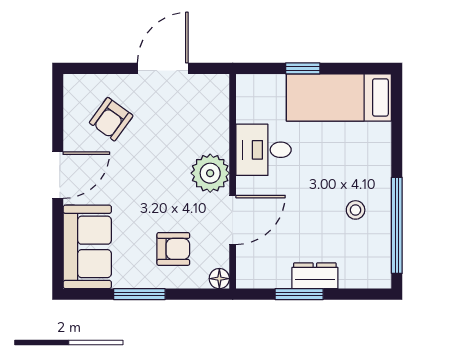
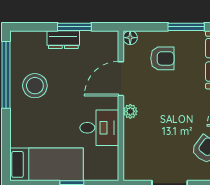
plant: (210, 173) -> (130, 111), width x0.53, depth x0.53
stool: (356, 210) -> (35, 86), width x1.89, depth x1.89
armchair: (173, 249) -> (162, 58), turned 180

